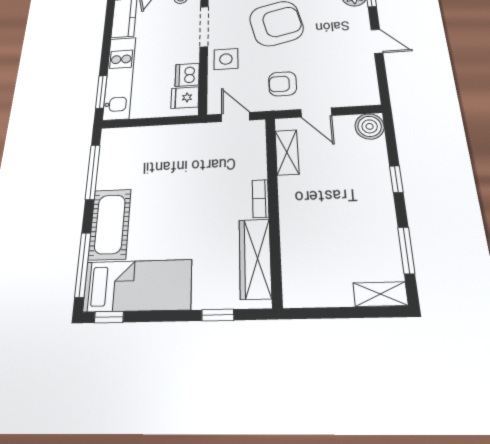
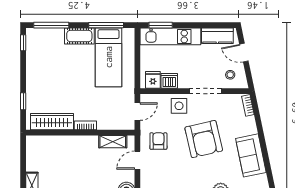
cot: (110, 224) -> (79, 36), width x0.73, depth x0.75
bed: (138, 286) -> (108, 57), moved

